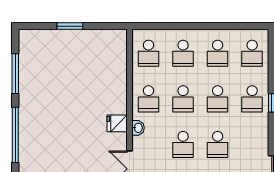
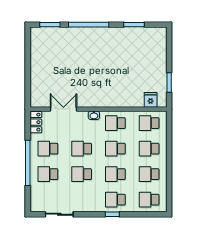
window: (70, 26) -> (169, 83), moved
window: (15, 74) -> (134, 25), width x0.69
fridge: (117, 123) -> (151, 100), moved

